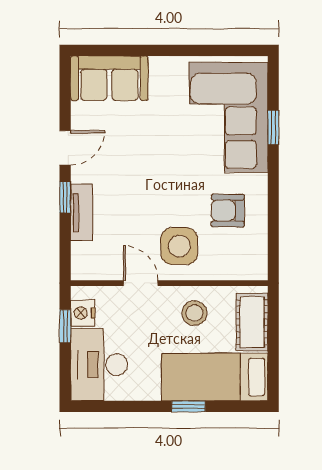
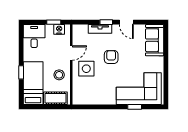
armchair: (228, 211) -> (111, 57), moved
desk: (99, 365) -> (34, 36), width x0.73

